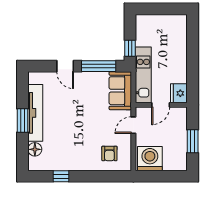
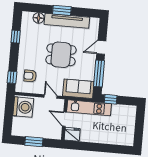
dining table: (79, 117) -> (61, 55), added
window: (113, 176) -> (12, 77), added

